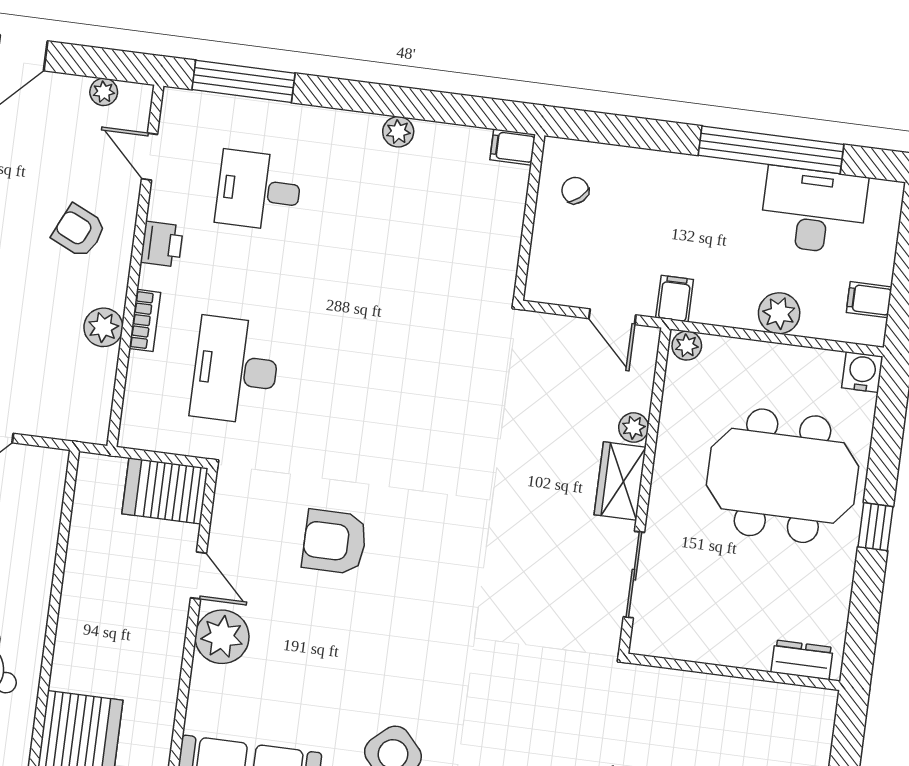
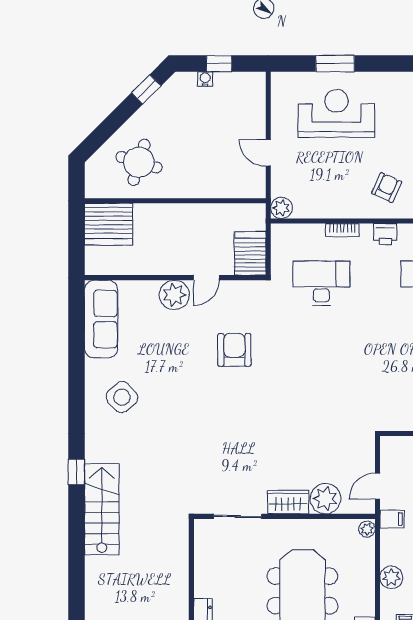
plant: (103, 327) -> (281, 208), moved
plant: (634, 428) -> (325, 499), width x1.87, depth x1.87

